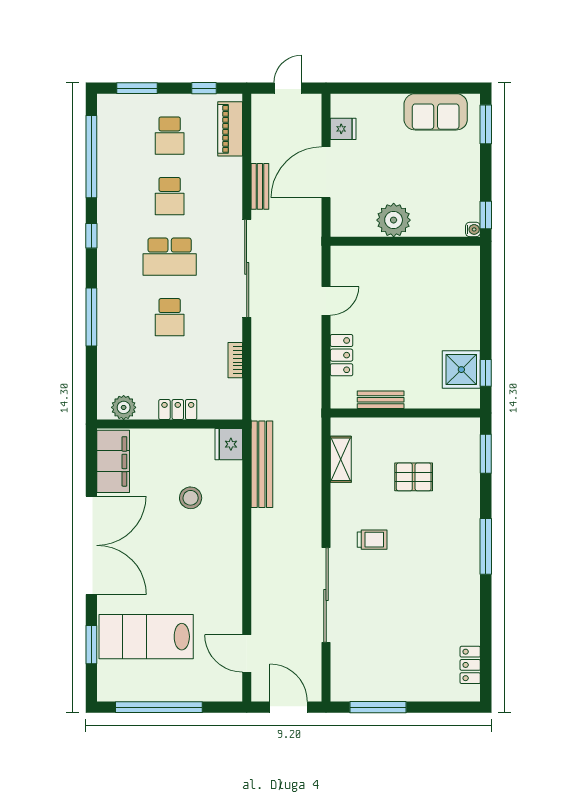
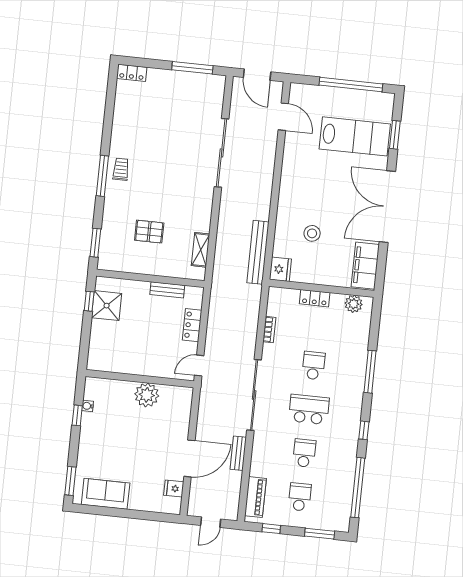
plant: (394, 220) -> (147, 395), moved
wall: (405, 241) -> (140, 379), moved
trolley: (372, 540) -> (121, 169), moved, turned 90
locker: (470, 665) -> (132, 73), moved, turned 90

